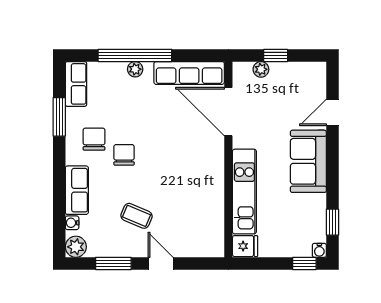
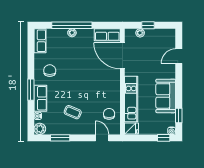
row of seats: (189, 73) -> (107, 35), width x0.68
window: (59, 117) -> (31, 90), moved
chair: (124, 155) -> (109, 114), moved
sofa: (308, 161) -> (166, 96), moved
door: (161, 263) -> (102, 138), moved

